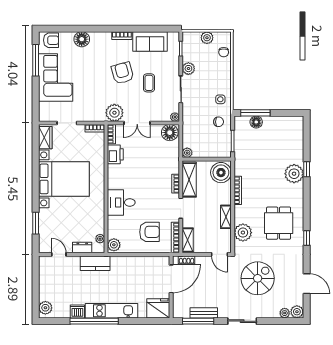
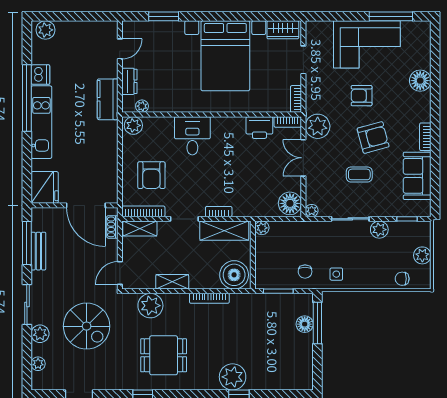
armchair: (51, 40) -> (362, 96), moved, turned 90
plant: (297, 312) -> (40, 334), moved

